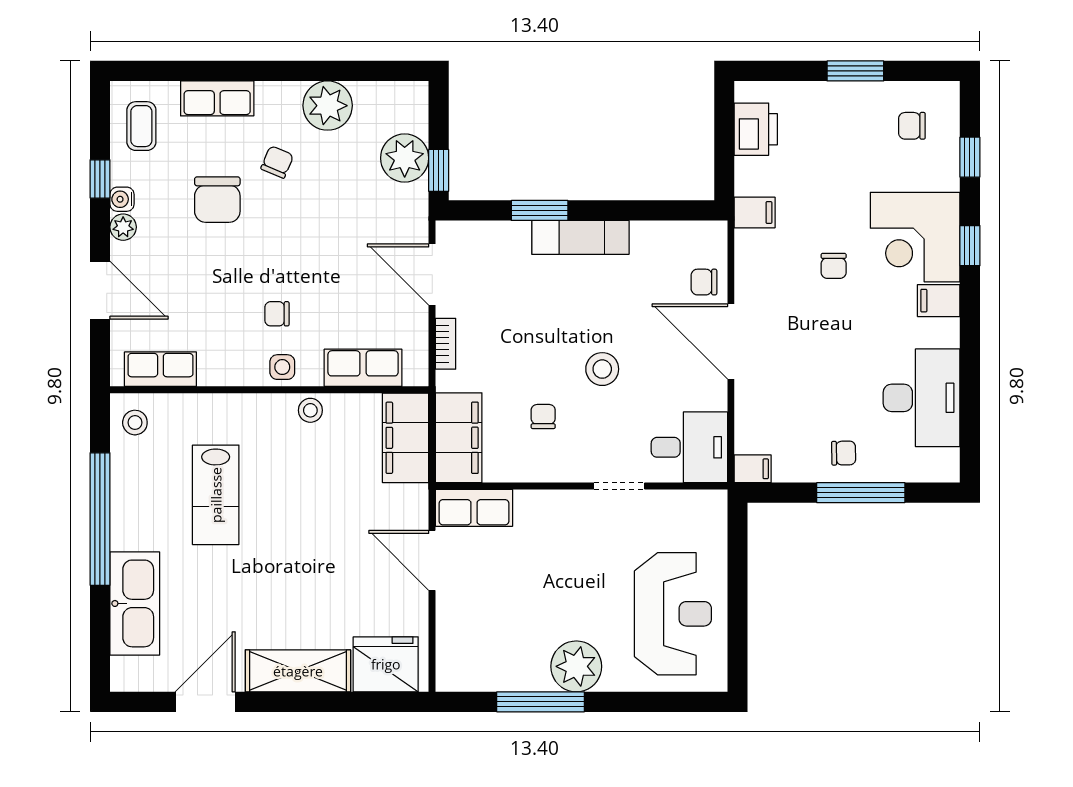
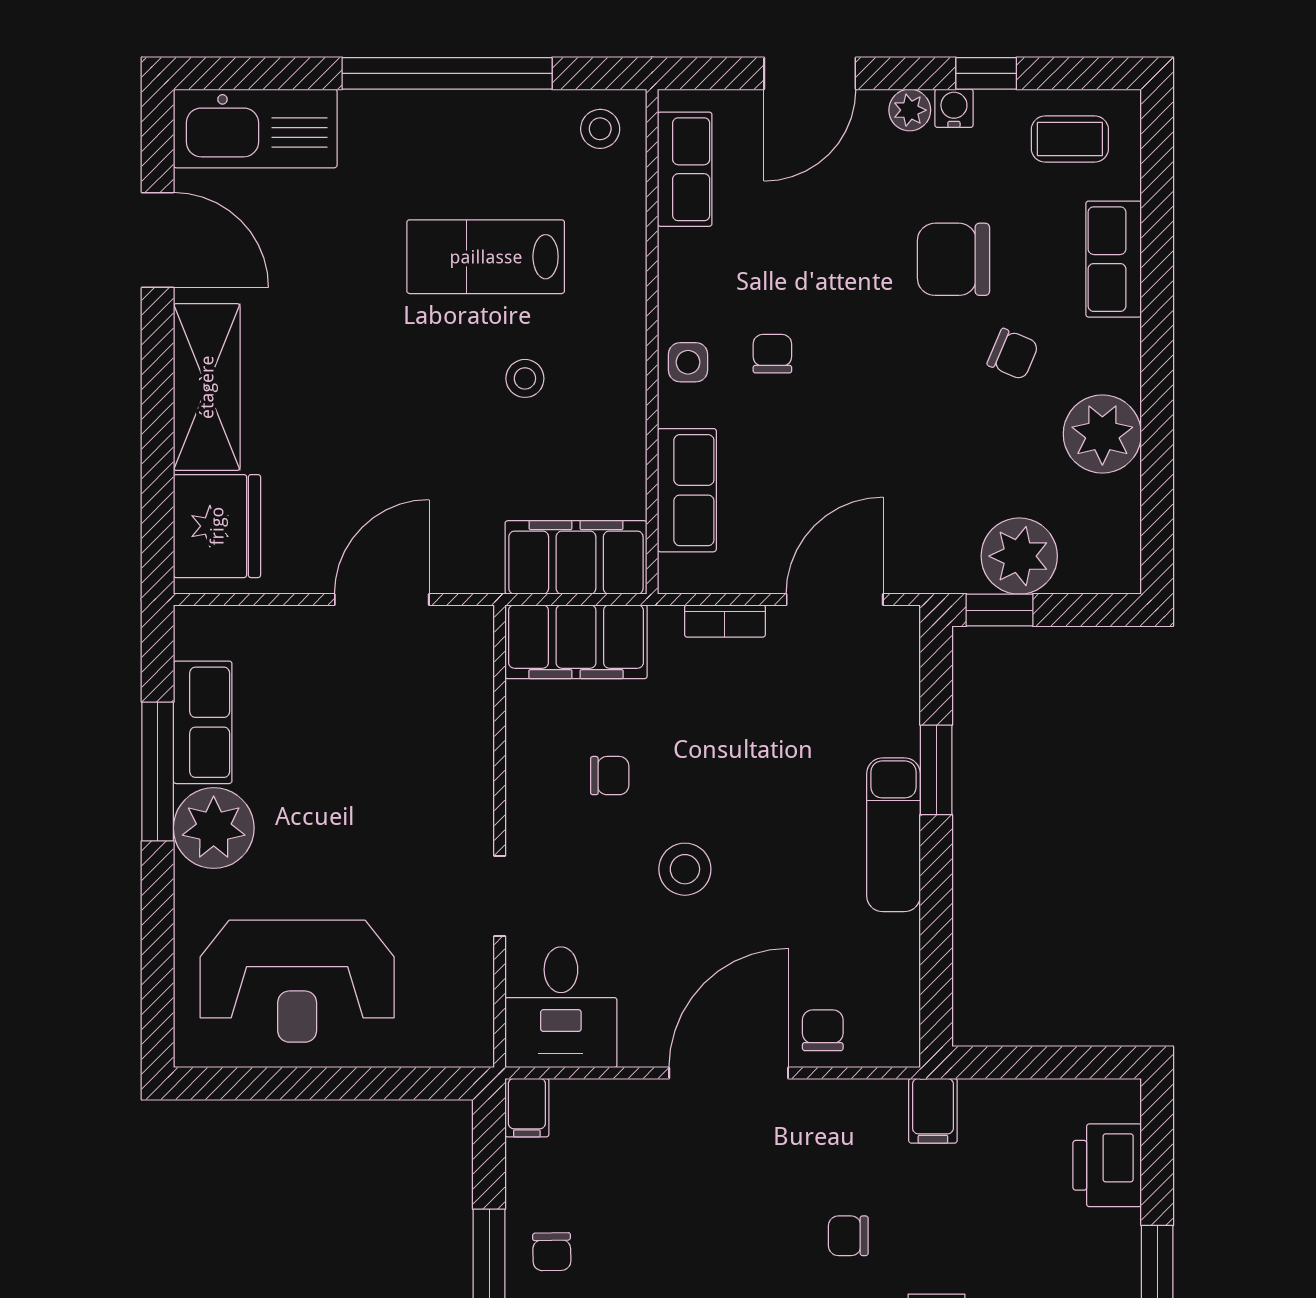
printer: (756, 129) -> (1107, 1165), moved, turned 90
stool: (310, 410) -> (525, 378), moved
row of seats: (474, 508) -> (203, 722), moved, turned 180
kitchen sink: (135, 603) -> (255, 128), moved

